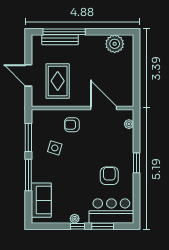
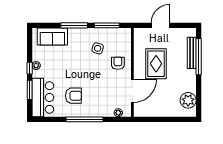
rug: (58, 81) -> (156, 64), moved, turned 90
window: (136, 163) -> (85, 119), width x2.11

